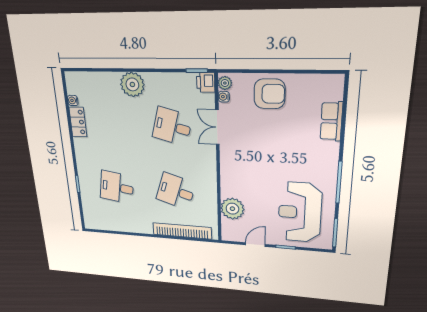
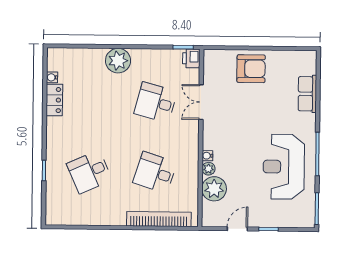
plant: (225, 83) -> (208, 169), moved
water cooler: (224, 97) -> (207, 156), moved
desk: (117, 187) -> (89, 172), turned -33
reception desk: (300, 212) -> (284, 167), moved

